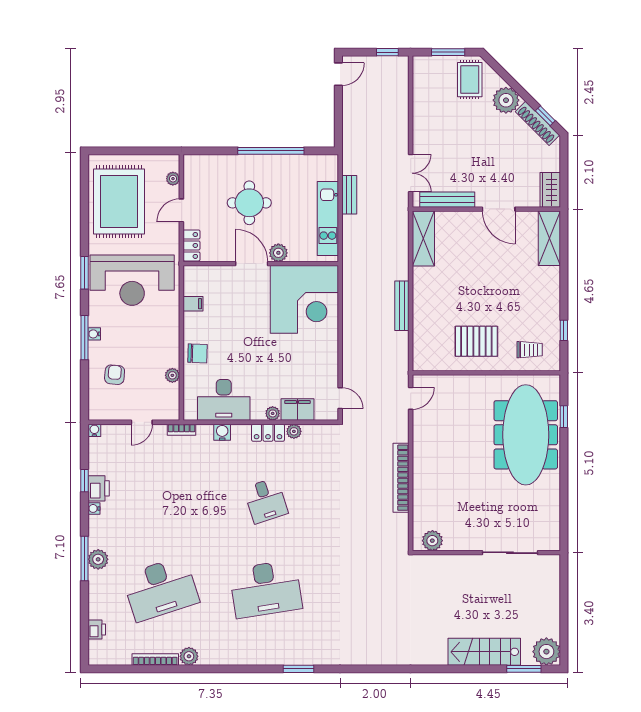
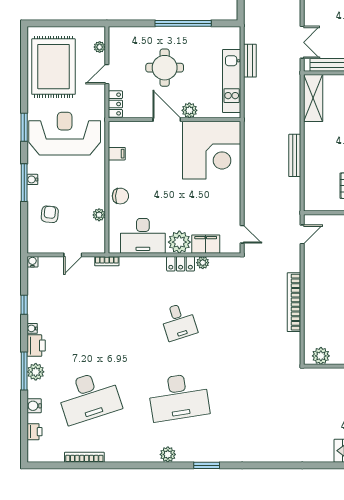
reception desk: (132, 280) -> (65, 134), turned 180
plant: (273, 413) -> (179, 242), width x1.87, depth x1.87
water cooler: (222, 432) -> (34, 406), moved, turned -90
printer: (99, 488) -> (36, 346), moved
plant: (189, 656) -> (168, 454), moved

